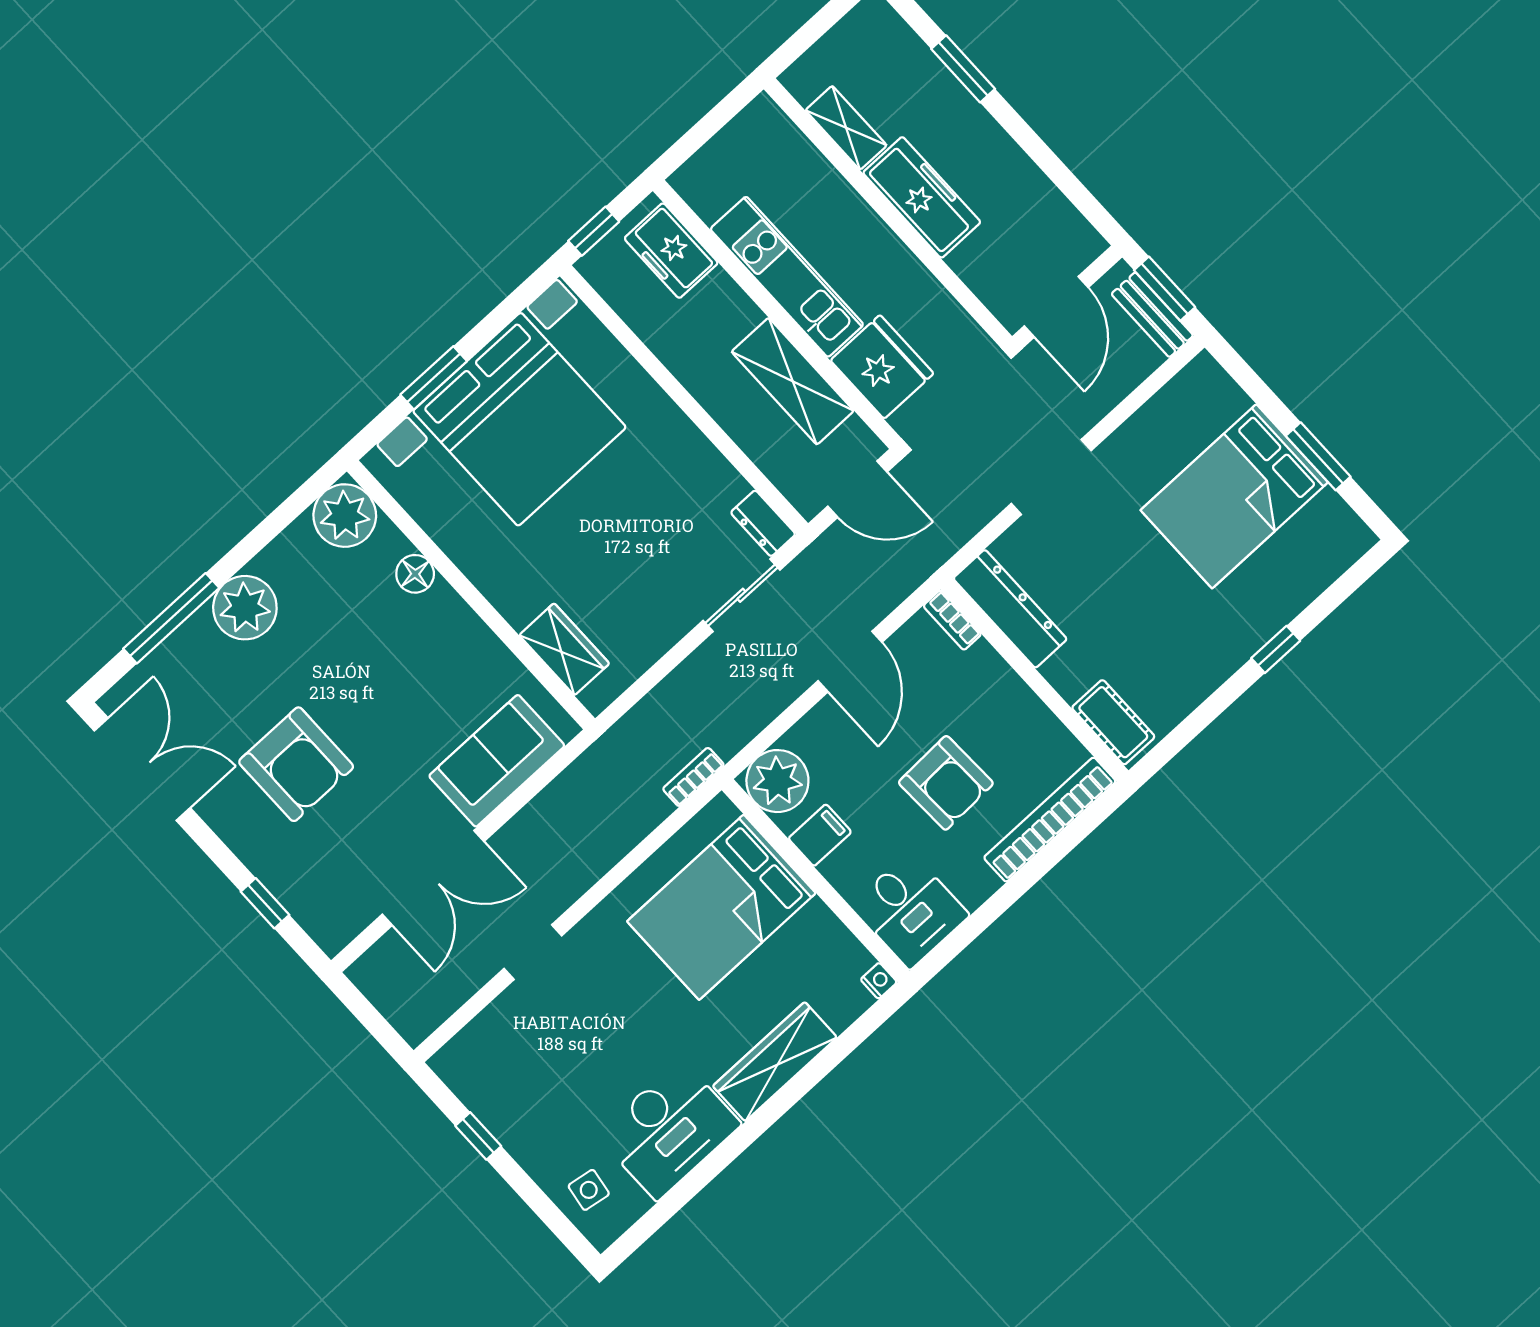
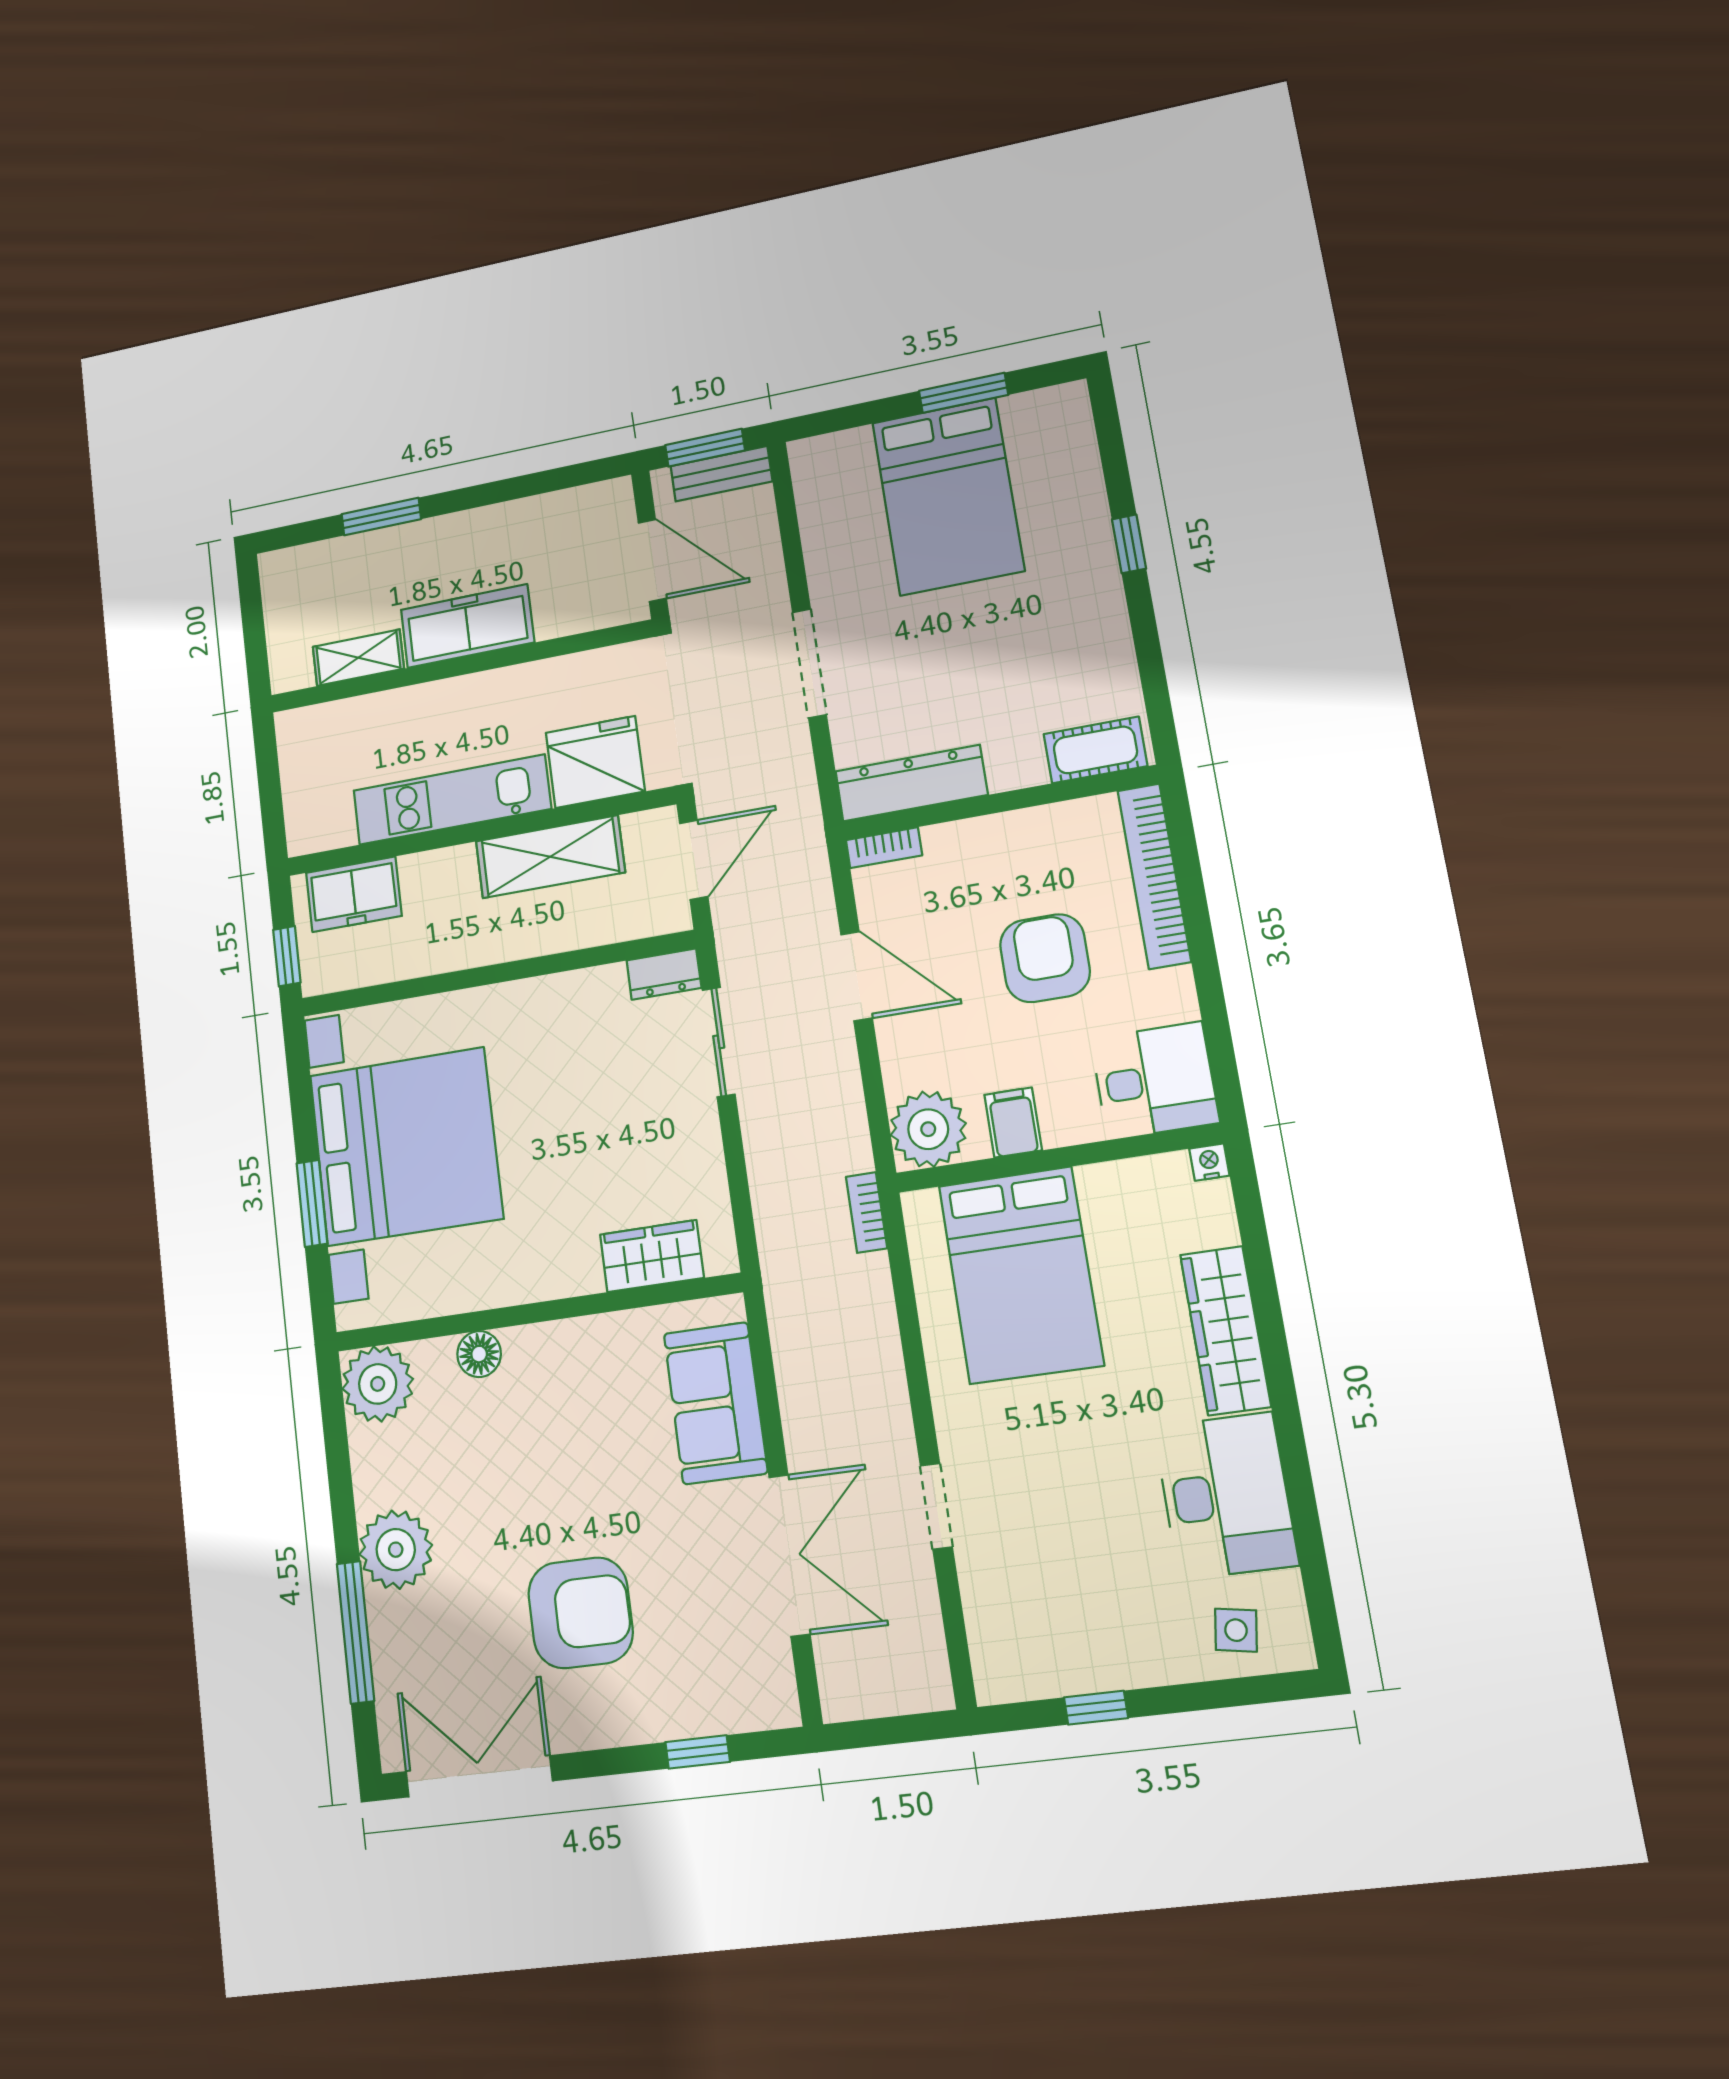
armchair: (946, 783) -> (1045, 958), turned -88

